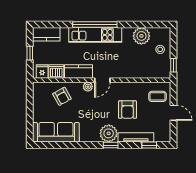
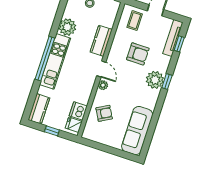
plant: (141, 36) -> (67, 27), moved
kitchen counter: (79, 71) -> (101, 41), moved
tv unit: (136, 137) -> (173, 38), moved

